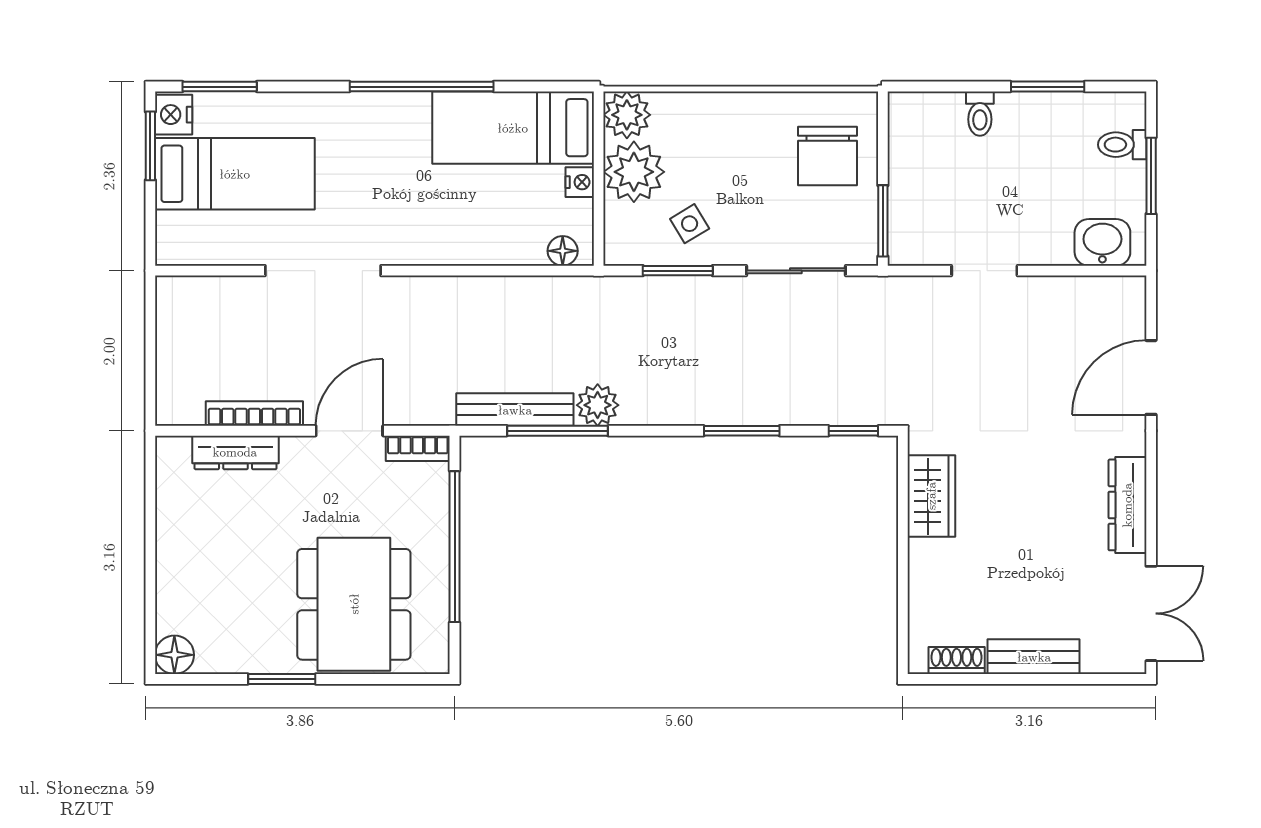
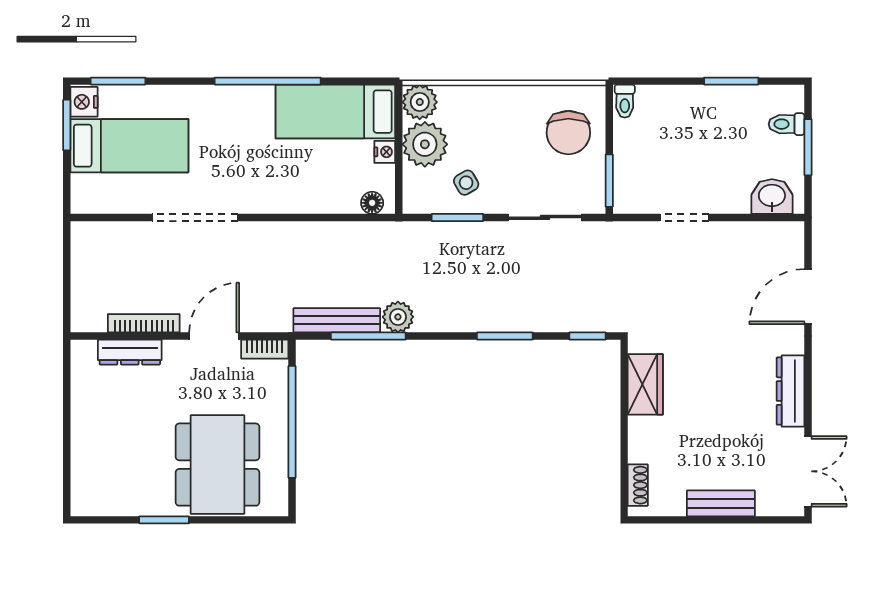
toilet: (980, 114) -> (625, 101), moved
floor lamp: (174, 655) -> (85, 502), removed
shoe rack: (957, 661) -> (638, 485), moved, turned 90

